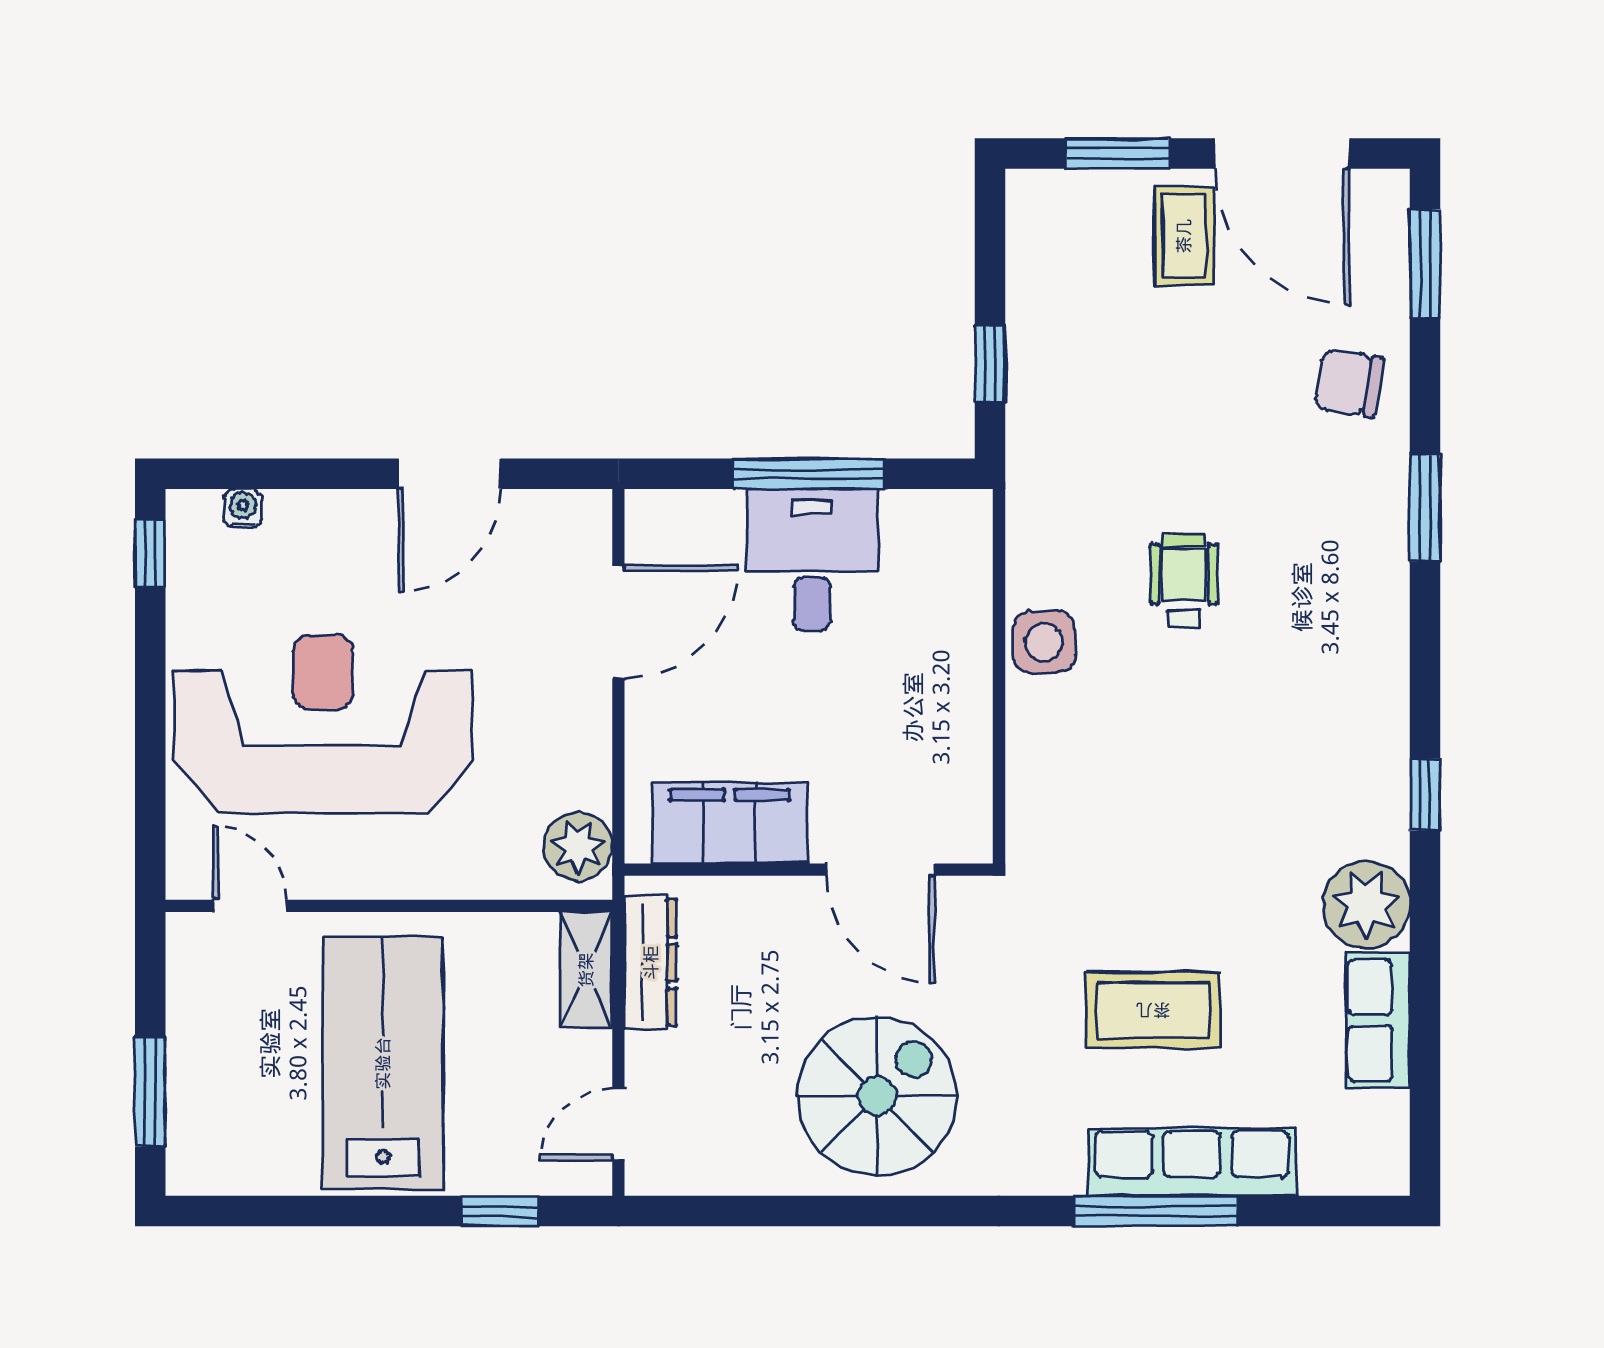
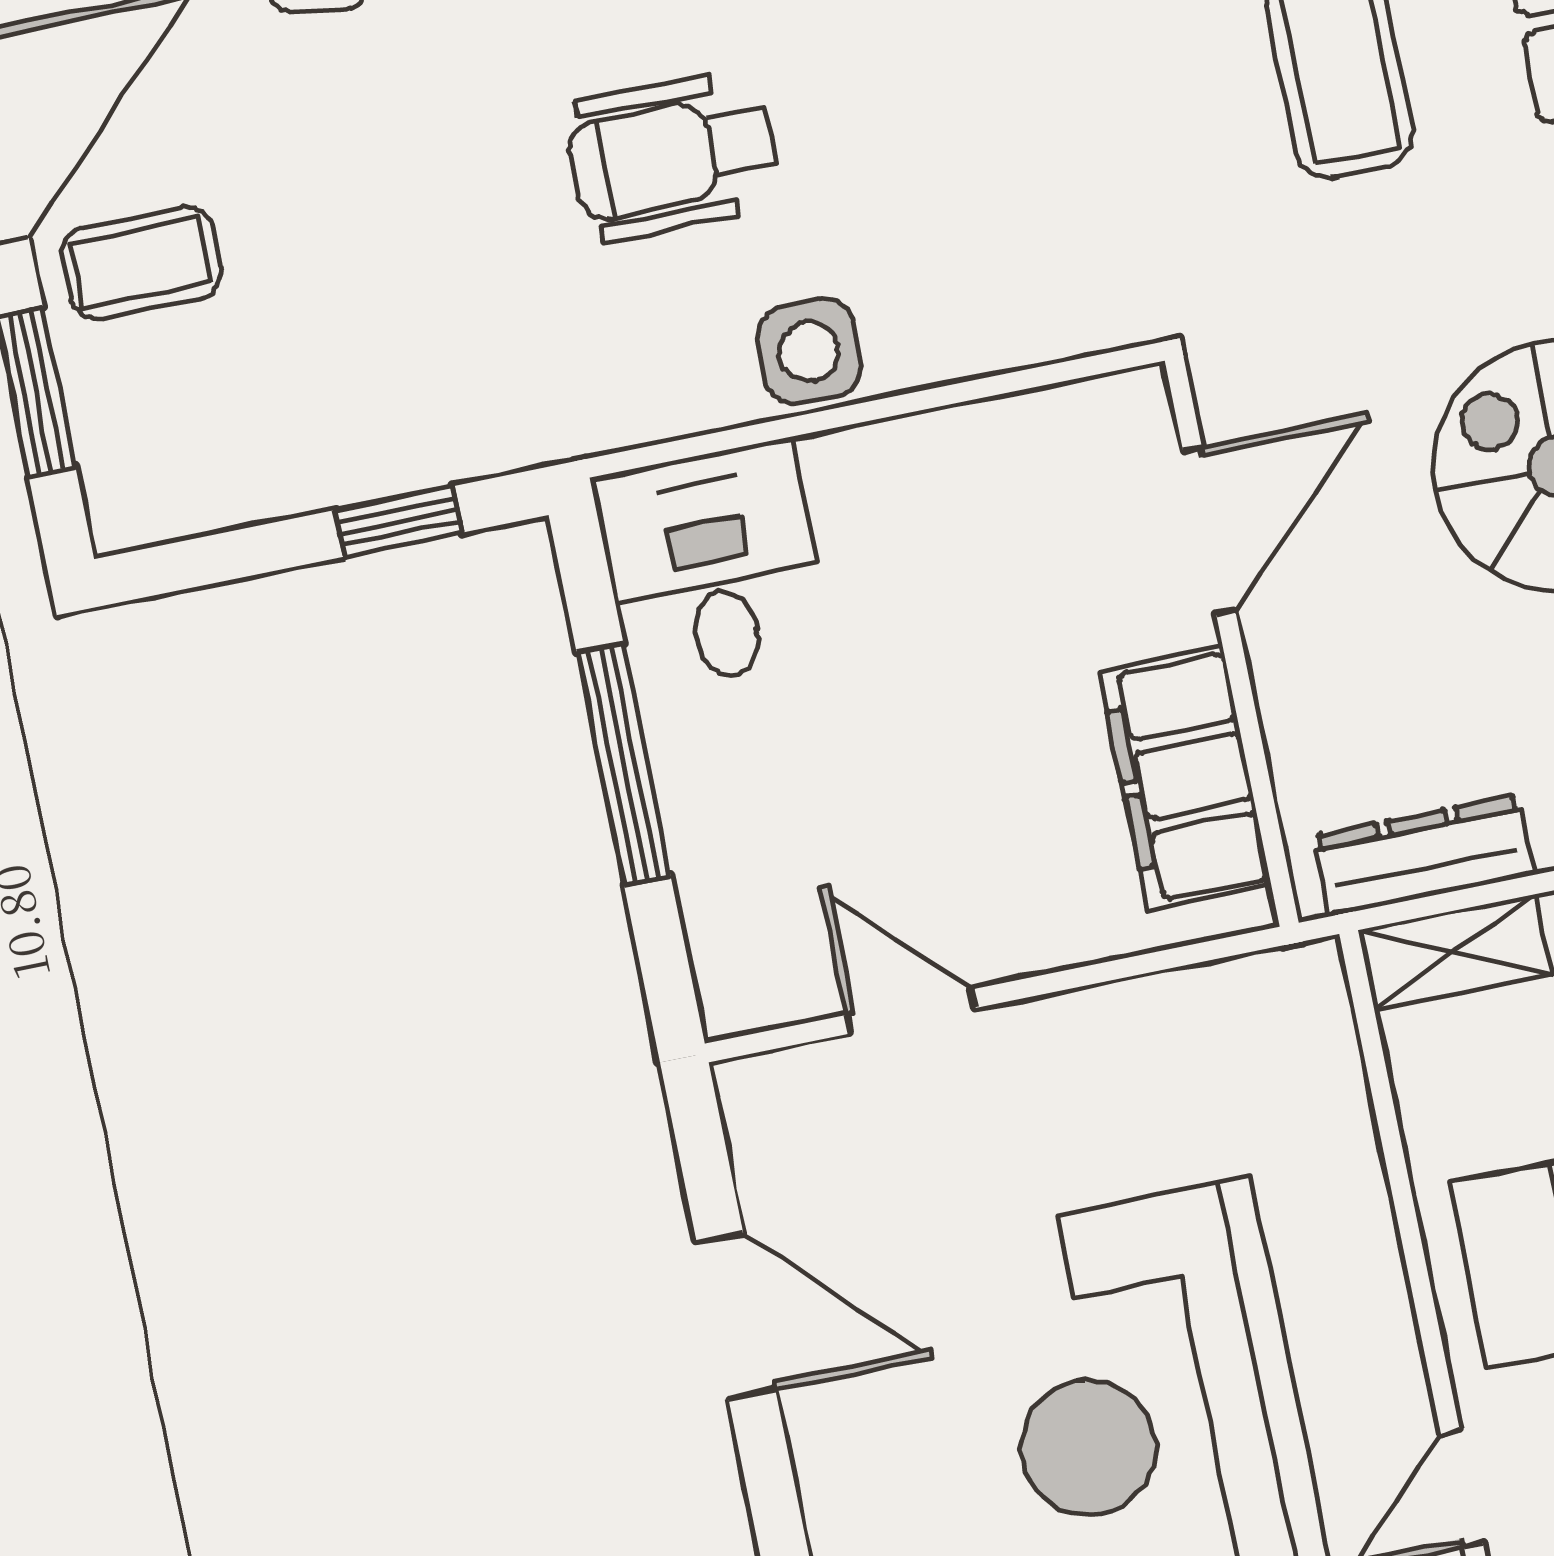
desk: (812, 560) -> (713, 566), moved, turned 90
wheelchair: (1184, 582) -> (672, 155), width x1.36, depth x1.37
door: (618, 622) -> (911, 1011), width x0.73
plant: (578, 847) -> (1269, 1003), removed

